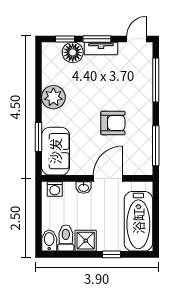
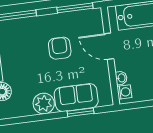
sofa: (55, 151) -> (76, 98), moved
washbasin: (84, 187) -> (121, 78), moved

